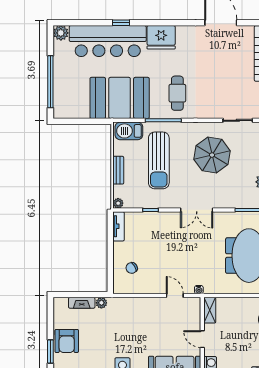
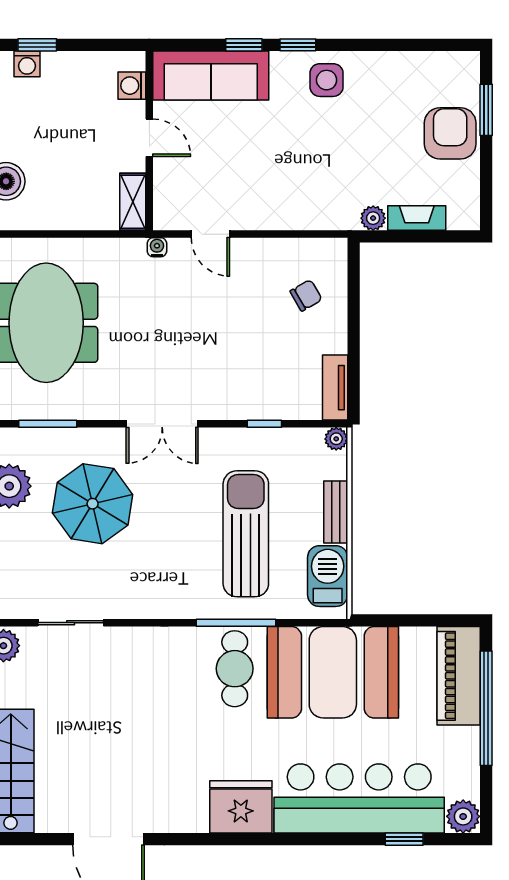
window: (121, 23) -> (404, 839), moved
cafe table: (177, 93) -> (235, 669), moved
piano: (63, 96) -> (459, 676), added
barbecue: (129, 131) -> (328, 576), moved, turned -90
parasol: (212, 155) -> (93, 504), moved
double door: (197, 210) -> (162, 424), swing flipped

